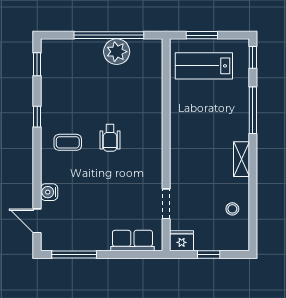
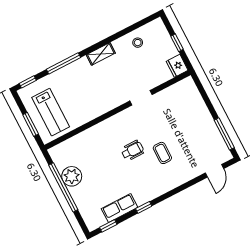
coffee table: (68, 142) -> (162, 153), moved
water cooler: (49, 192) -> (191, 173), removed
doorway: (166, 204) -> (141, 98), moved
row of seats: (132, 241) -> (120, 208), moved, turned 90

